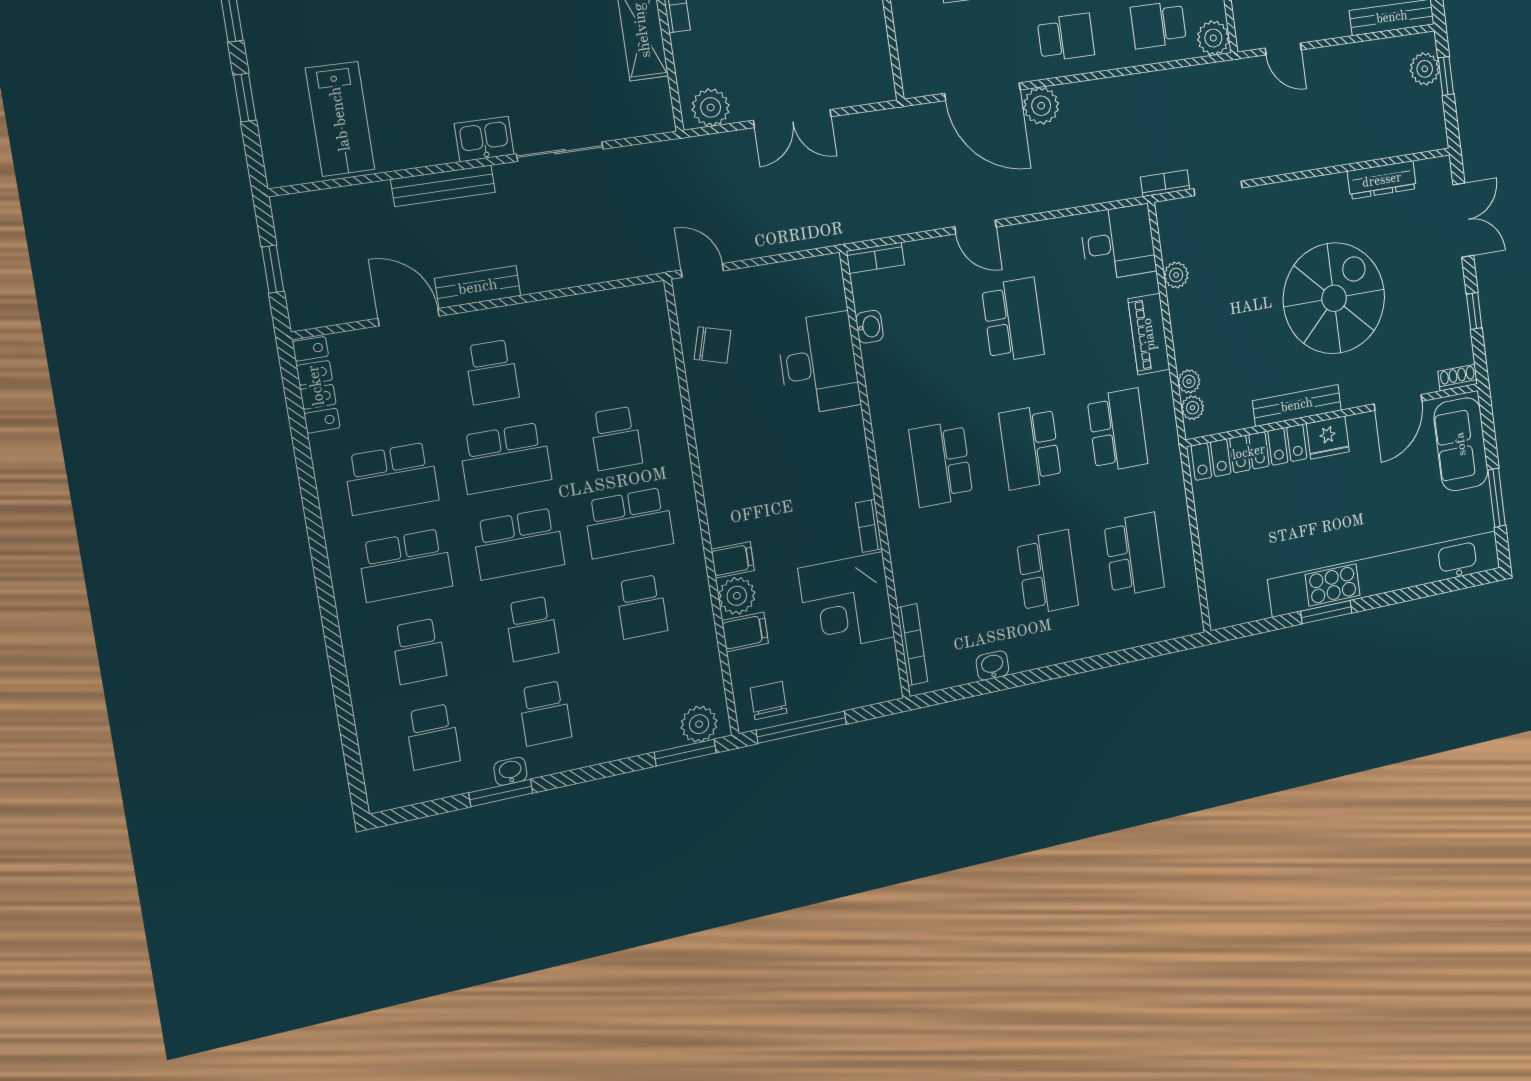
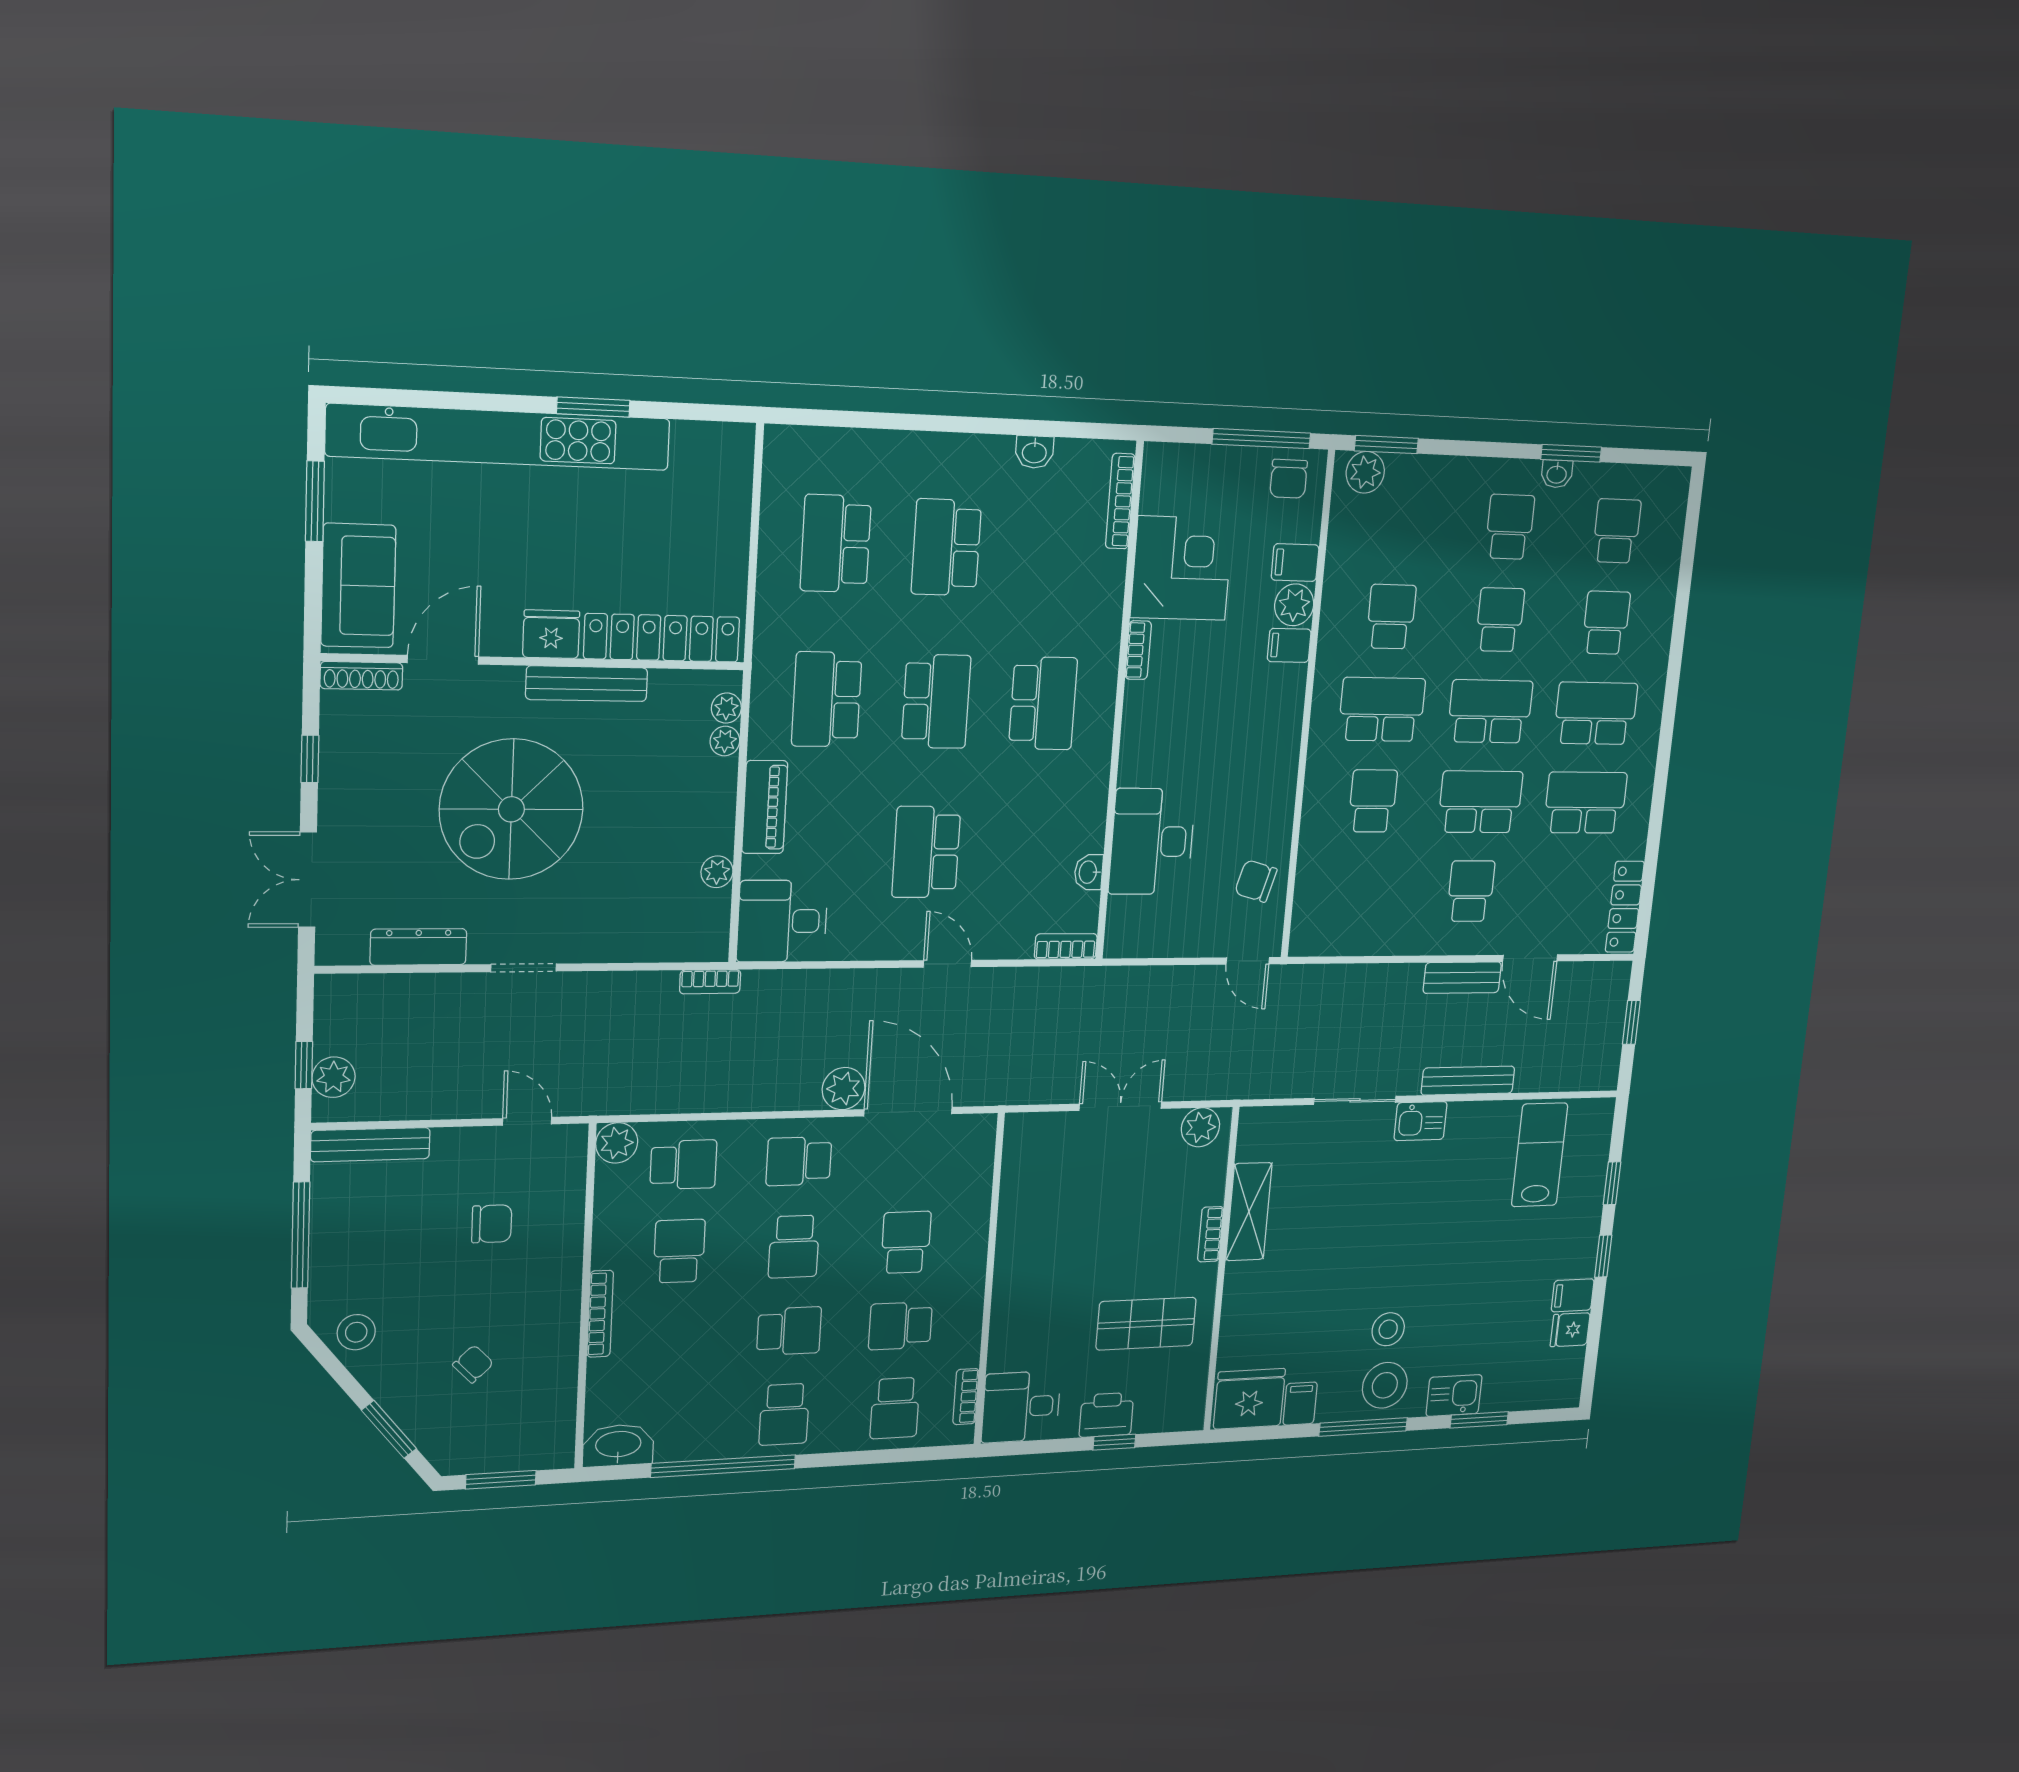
doorway: (1218, 188) -> (524, 968), moved
shoe rack: (1458, 378) -> (361, 676), width x1.43

